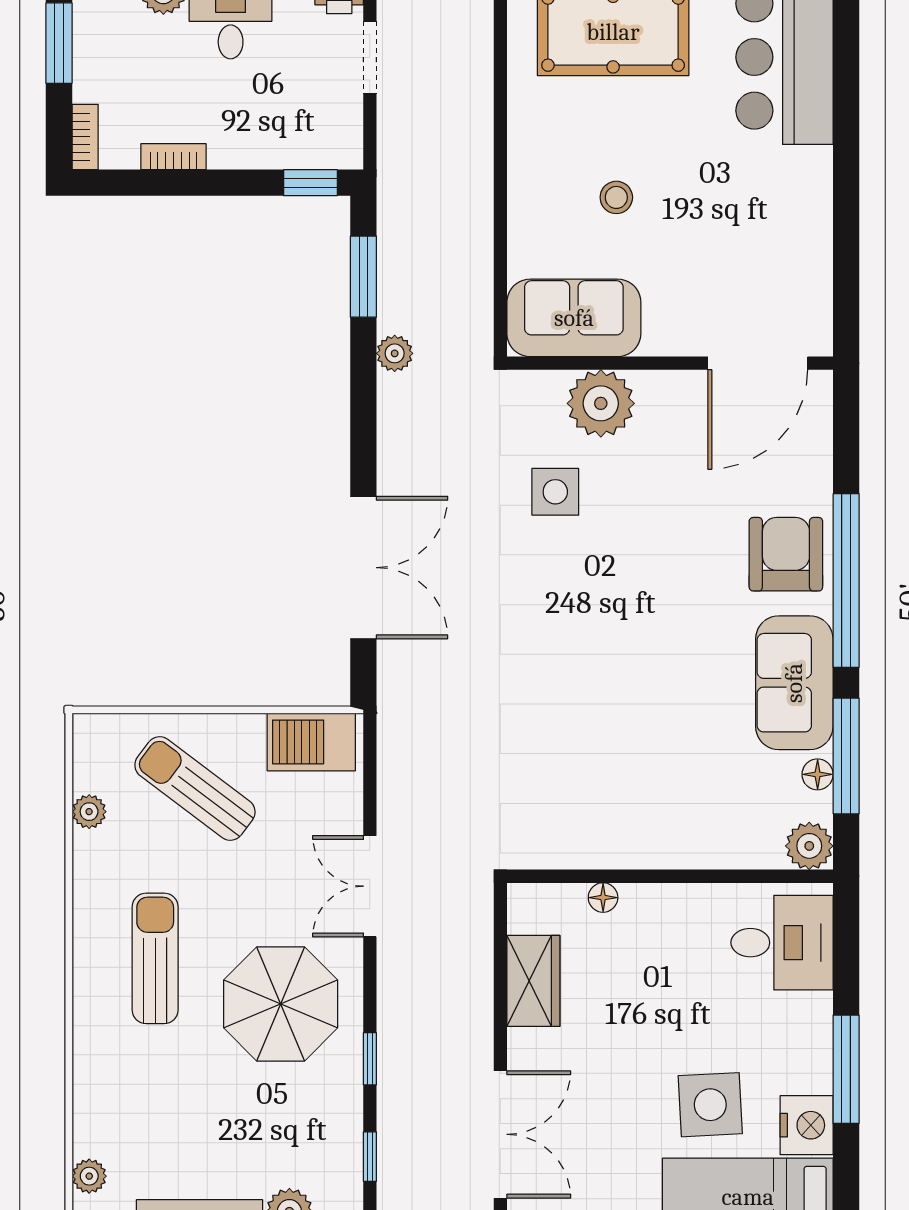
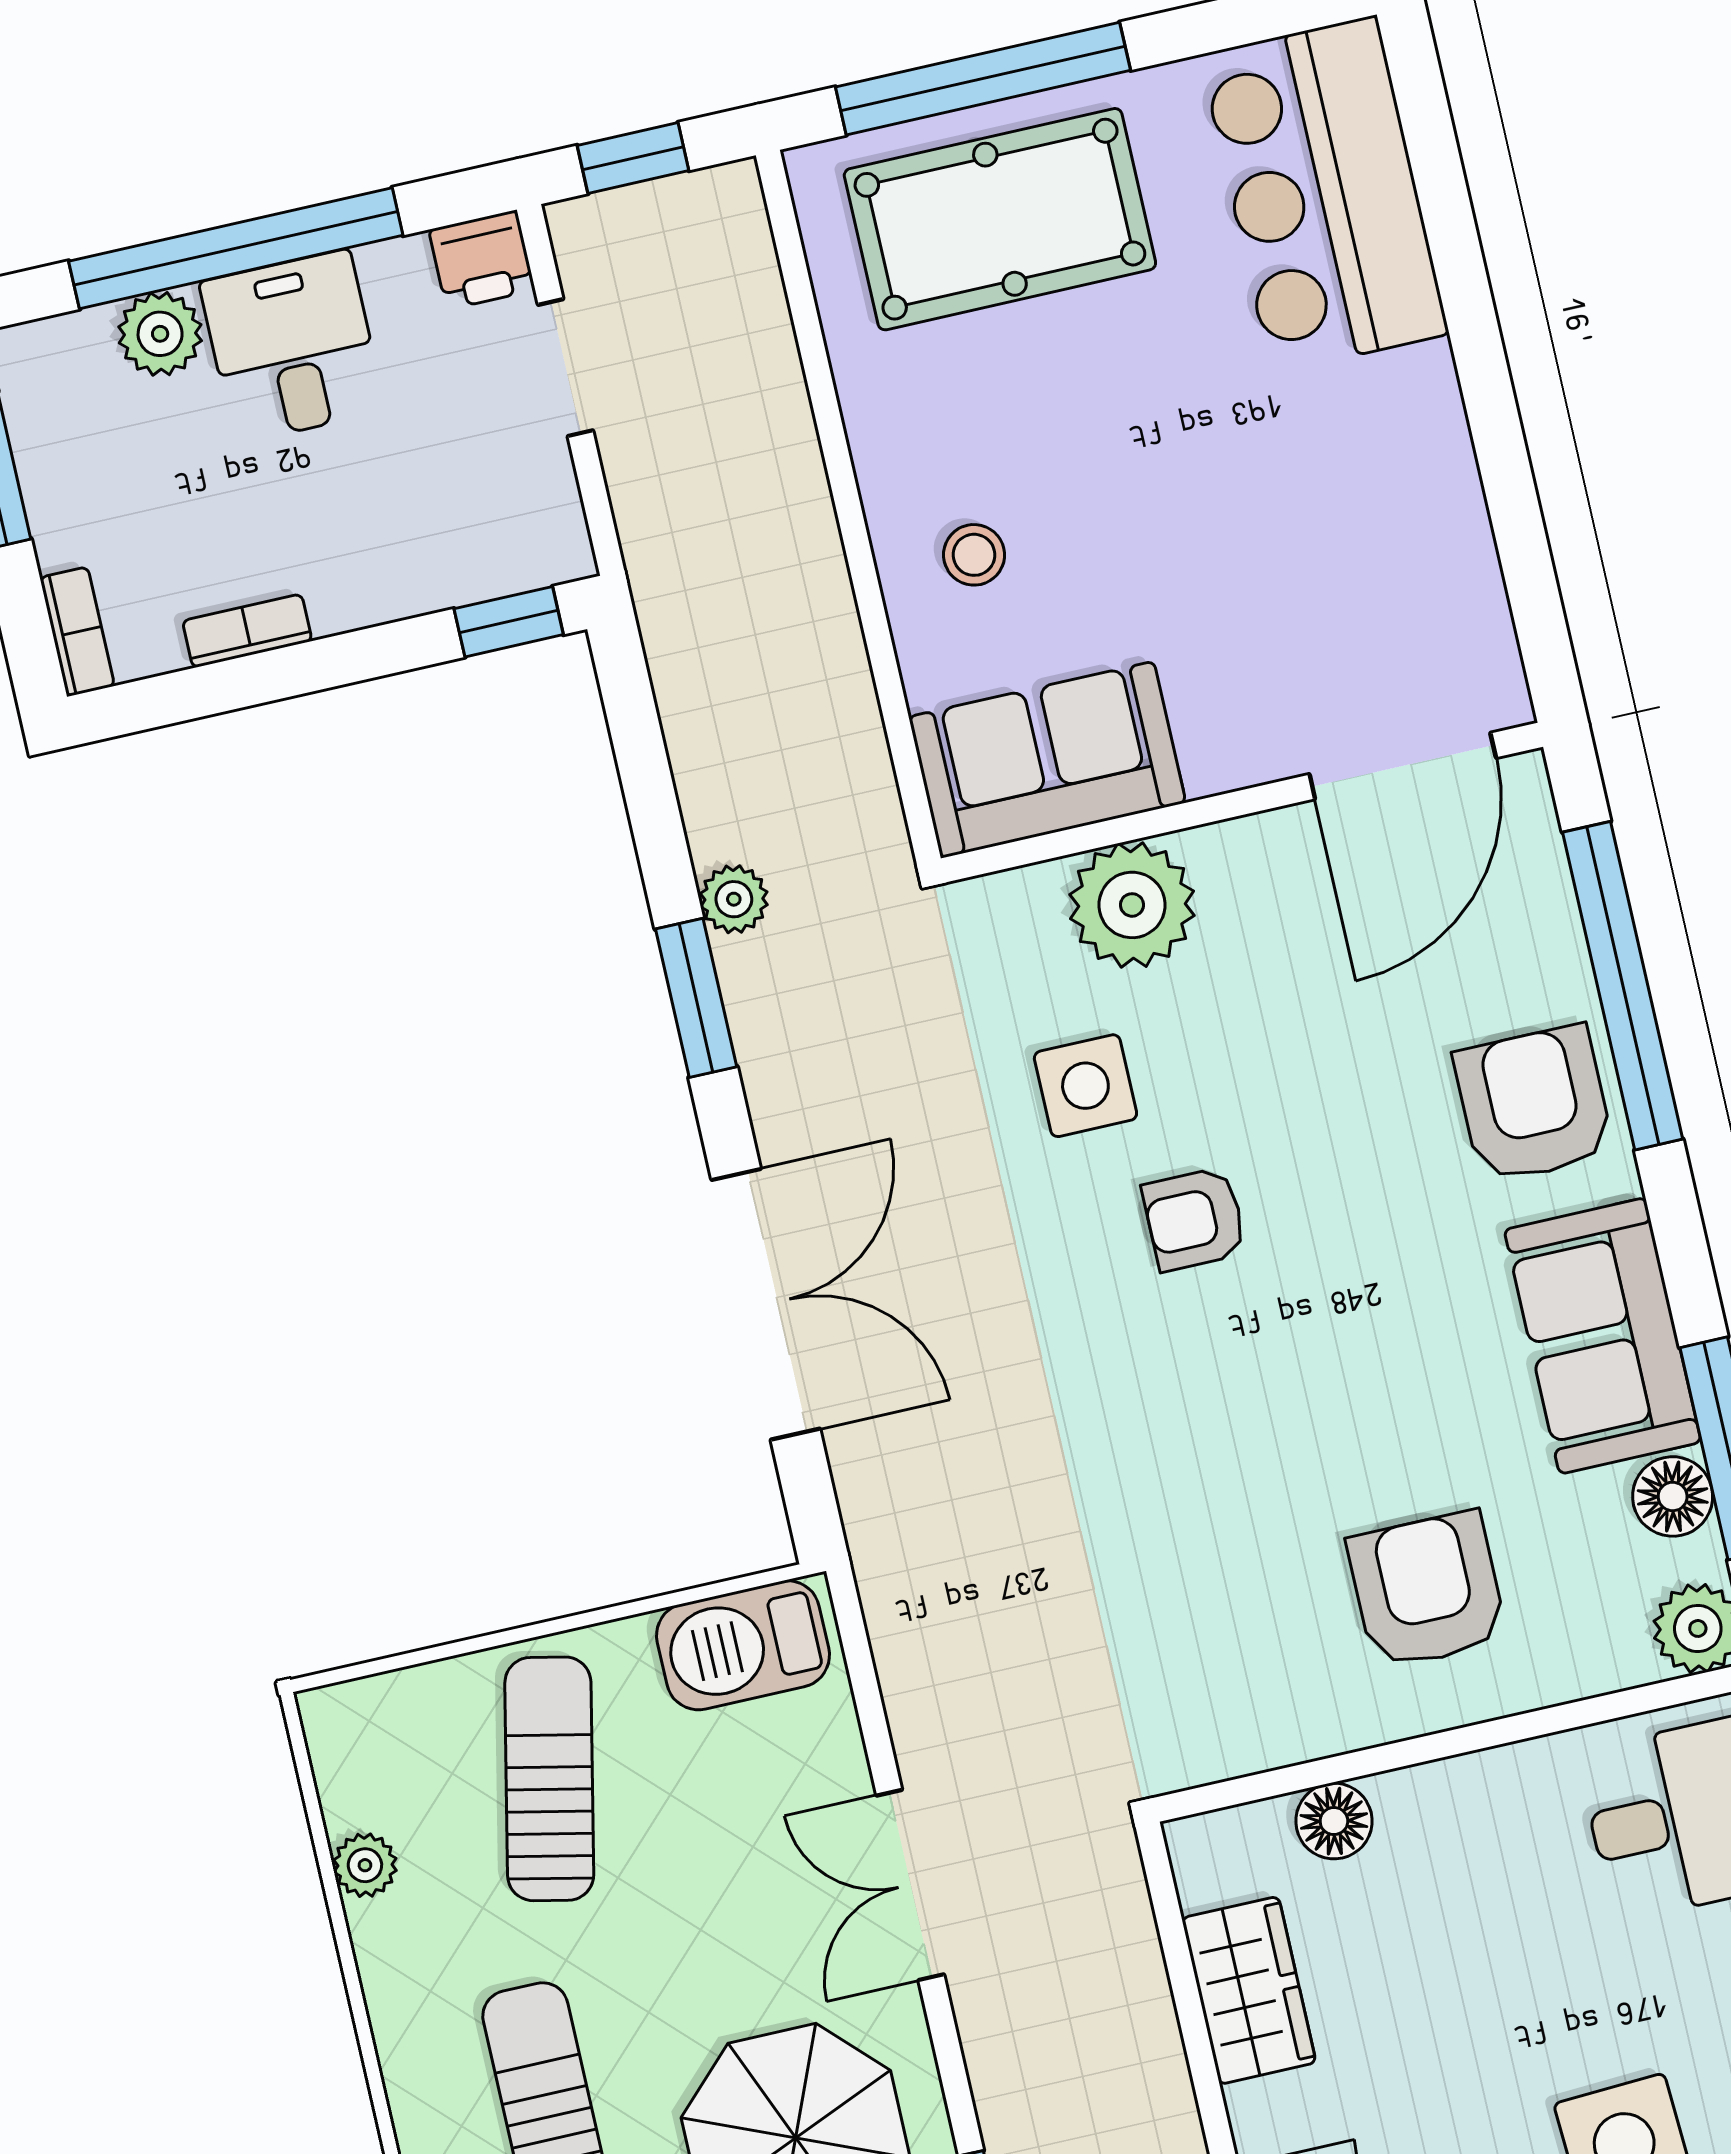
stool: (616, 197) -> (974, 555), moved
window: (363, 277) -> (696, 998), moved
armchair: (596, 574) -> (1194, 1219), added
window: (846, 580) -> (1623, 986), moved
floor lamp: (818, 774) -> (1673, 1496), width x1.37, depth x1.37
sun lounger: (195, 789) -> (549, 1779), turned 65
armchair: (673, 794) -> (1427, 1590), added
floor lamp: (603, 898) -> (1334, 1821), width x1.37, depth x1.37

